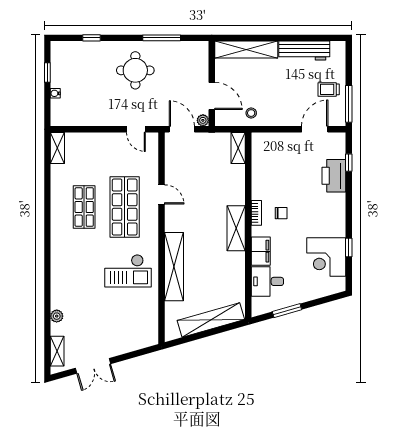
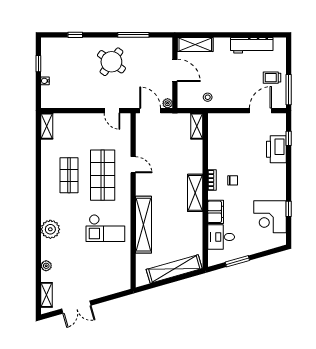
shelving: (246, 49) -> (195, 44), width x0.68
round table: (135, 70) -> (111, 62), turned 36
door: (212, 96) -> (175, 70), moved
plant: (62, 272) -> (50, 229), added

